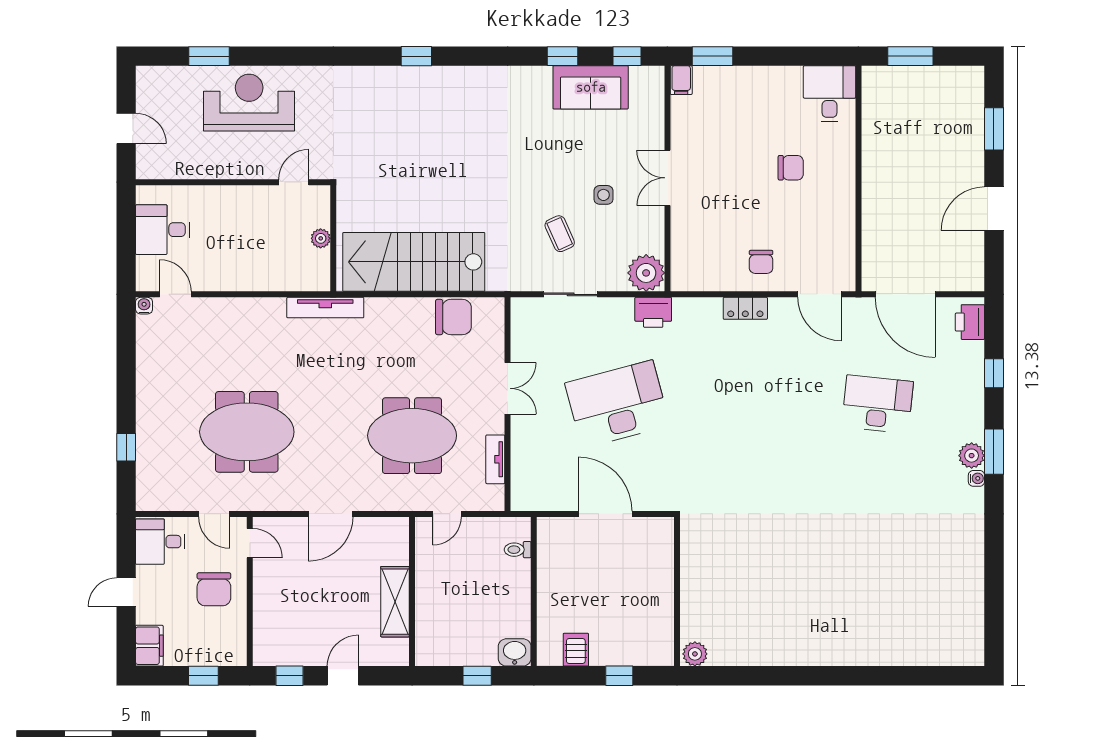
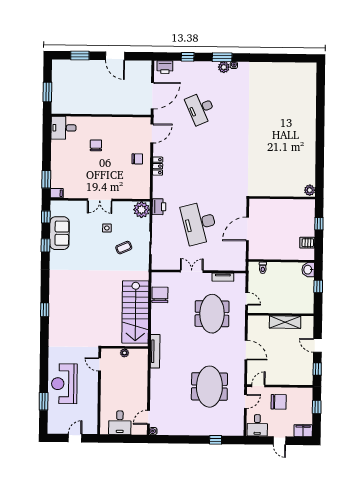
desk: (878, 404) -> (201, 108), turned -30

